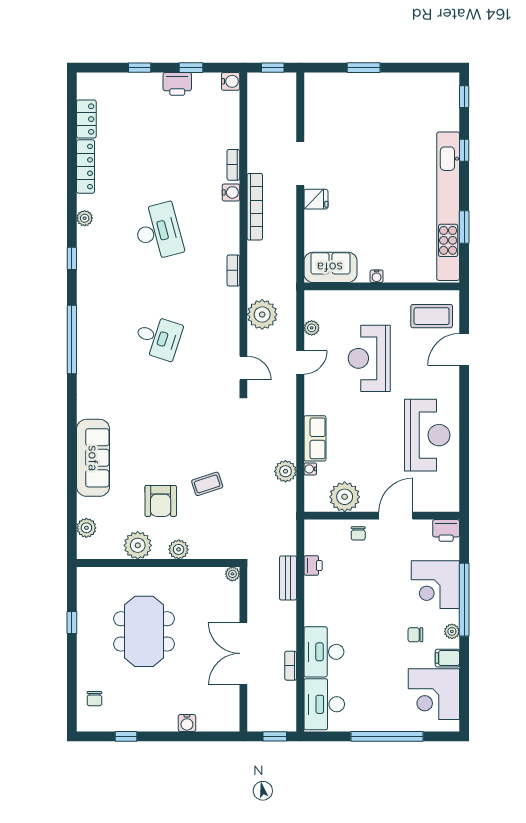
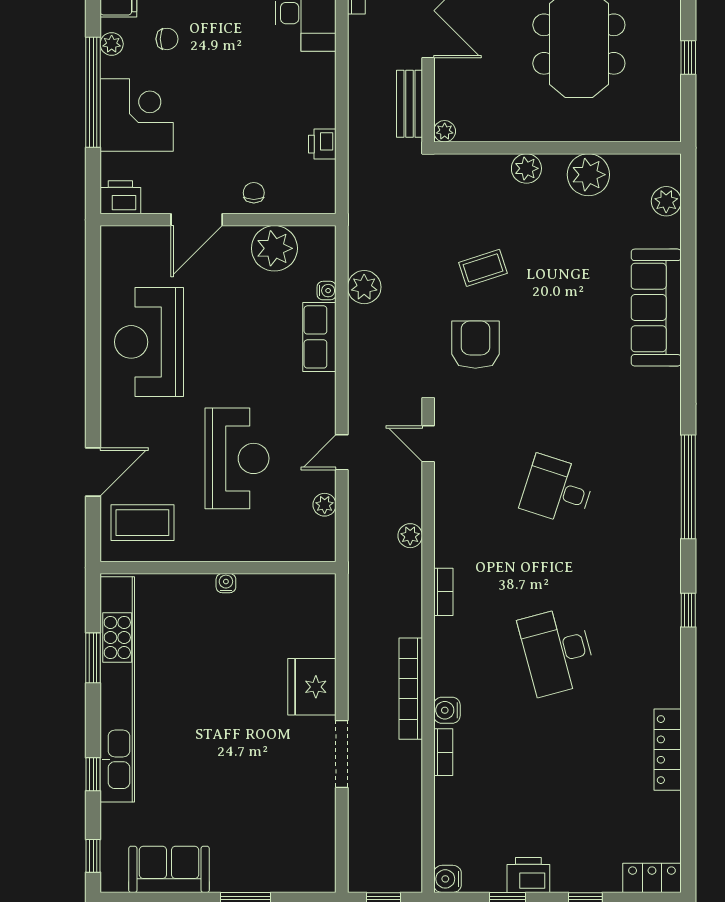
locker: (86, 119) -> (652, 878), moved, turned 90
fridge: (316, 199) -> (312, 687), width x1.88, depth x1.34
plant: (85, 218) -> (669, 671), removed
sofa: (330, 267) -> (169, 869), moved, turned 180
plant: (262, 314) -> (410, 536), width x0.53, depth x0.53
armchair: (161, 501) -> (475, 345), moved
bench: (288, 578) -> (409, 104), moved

